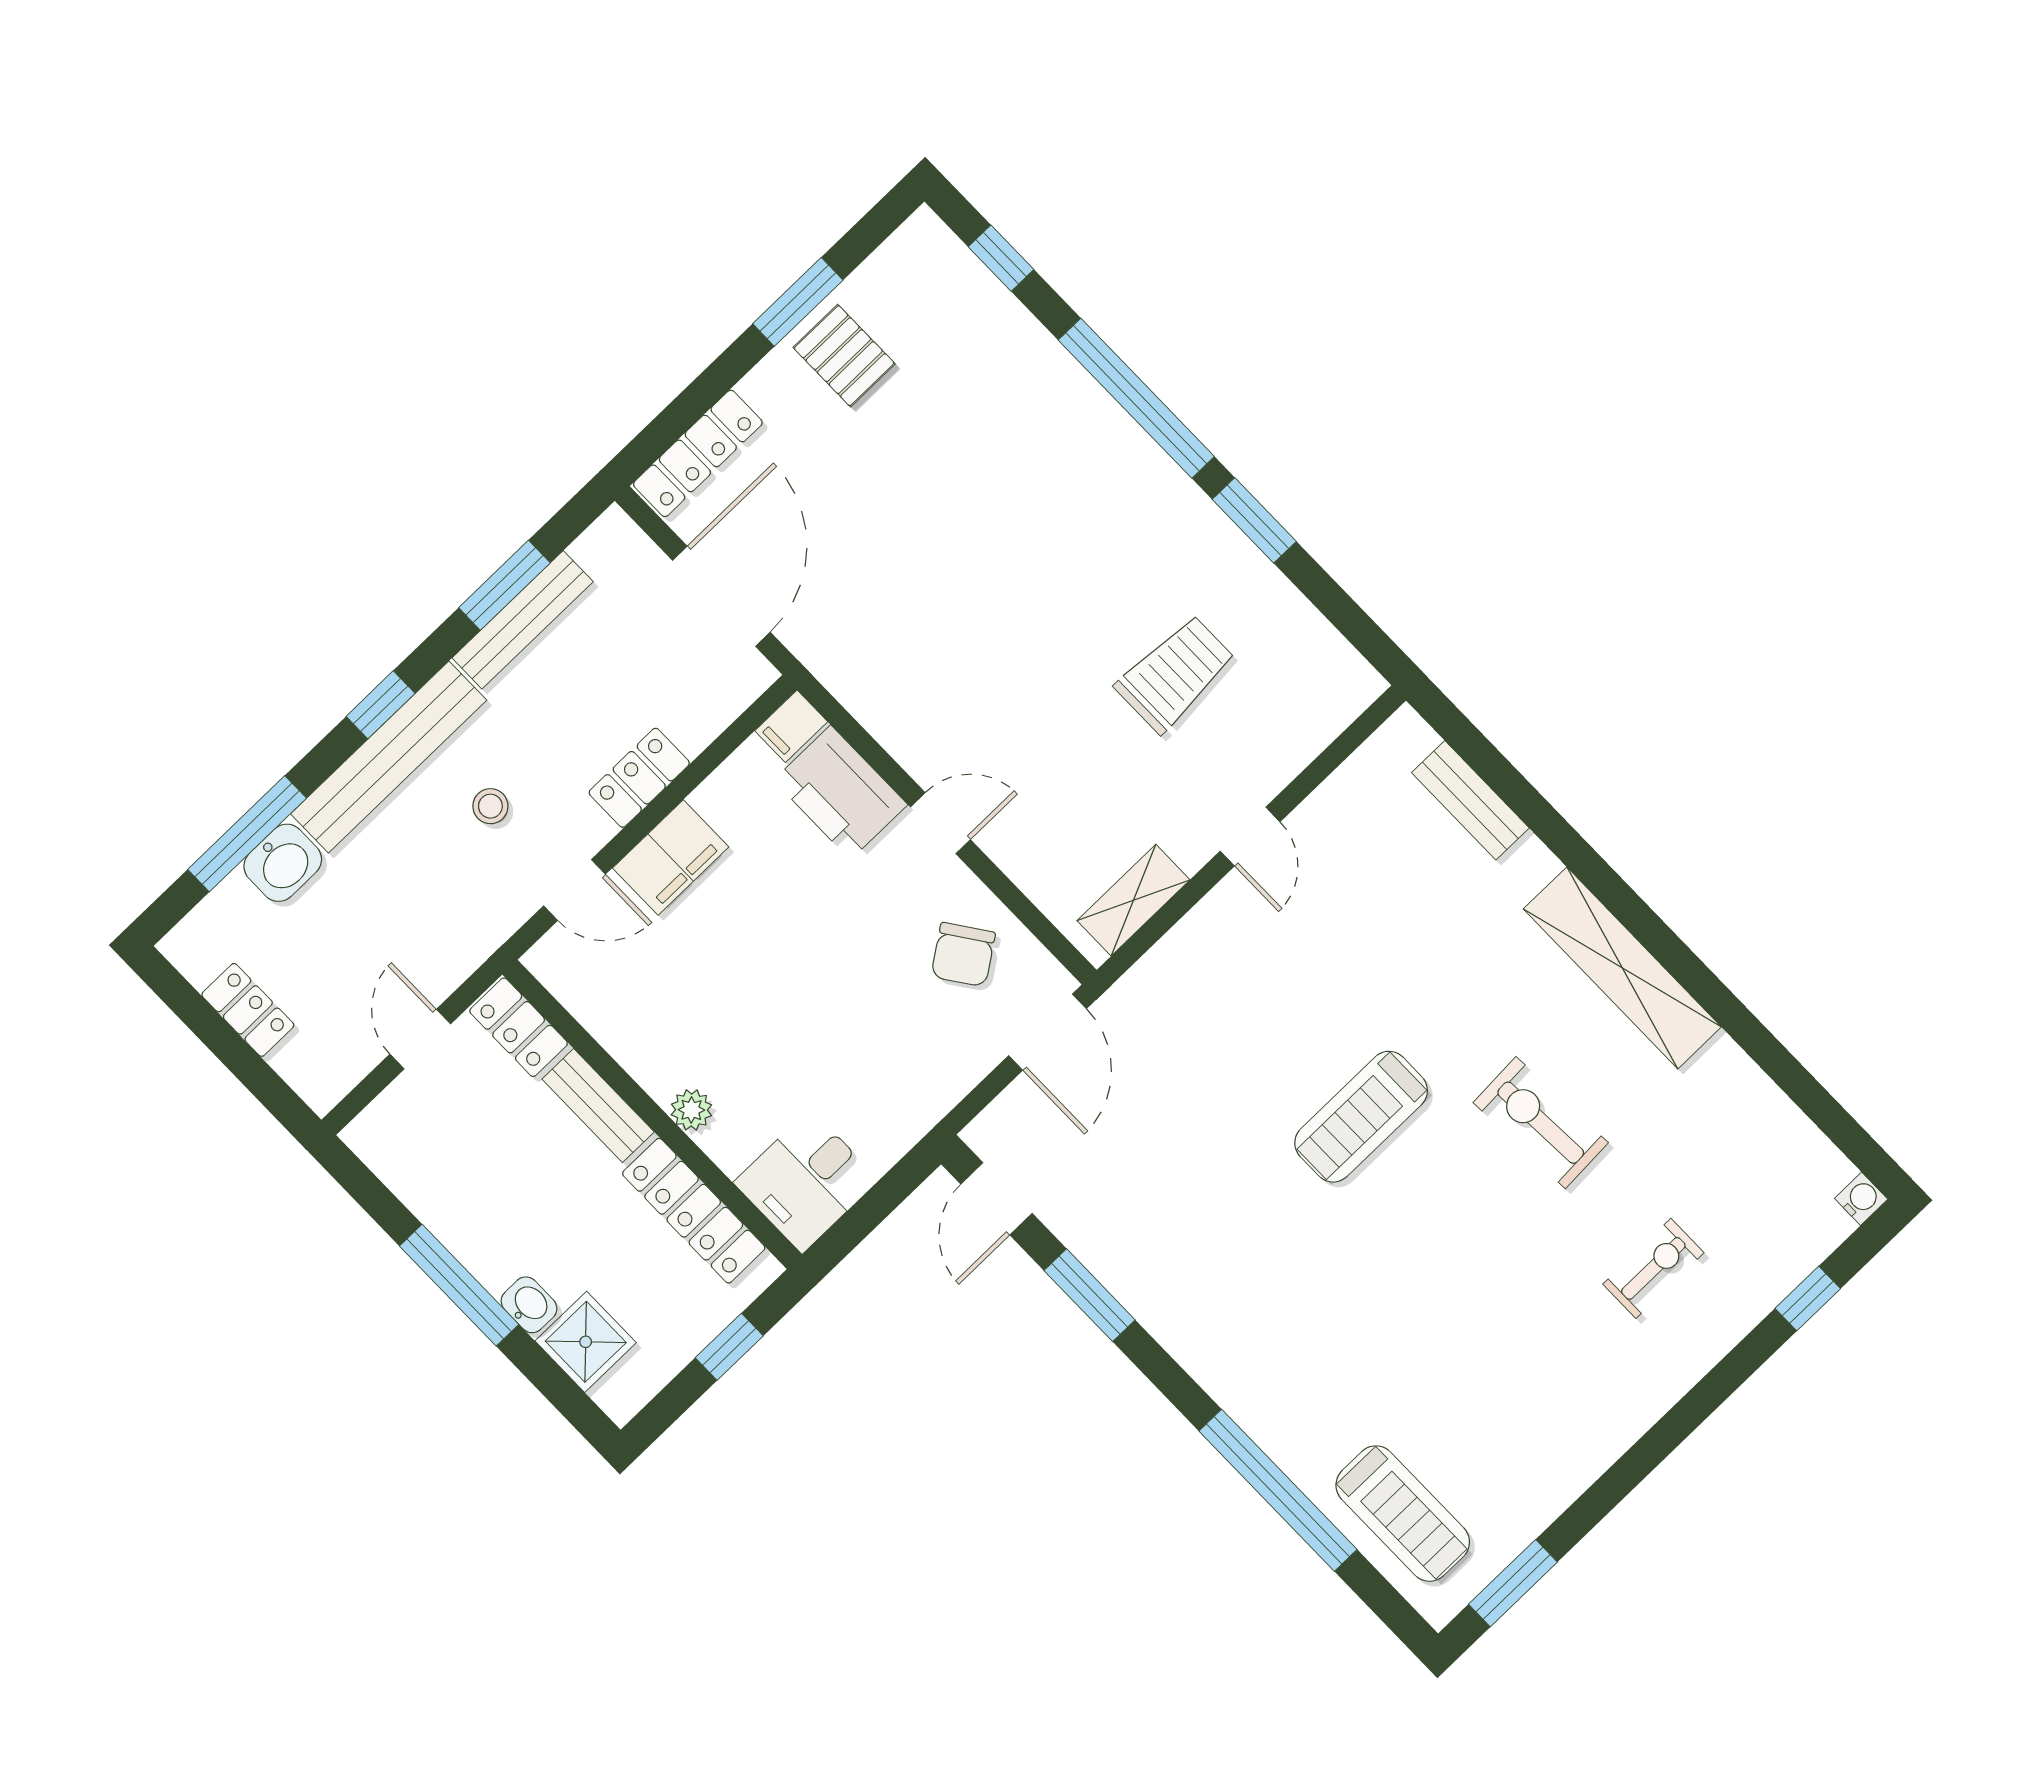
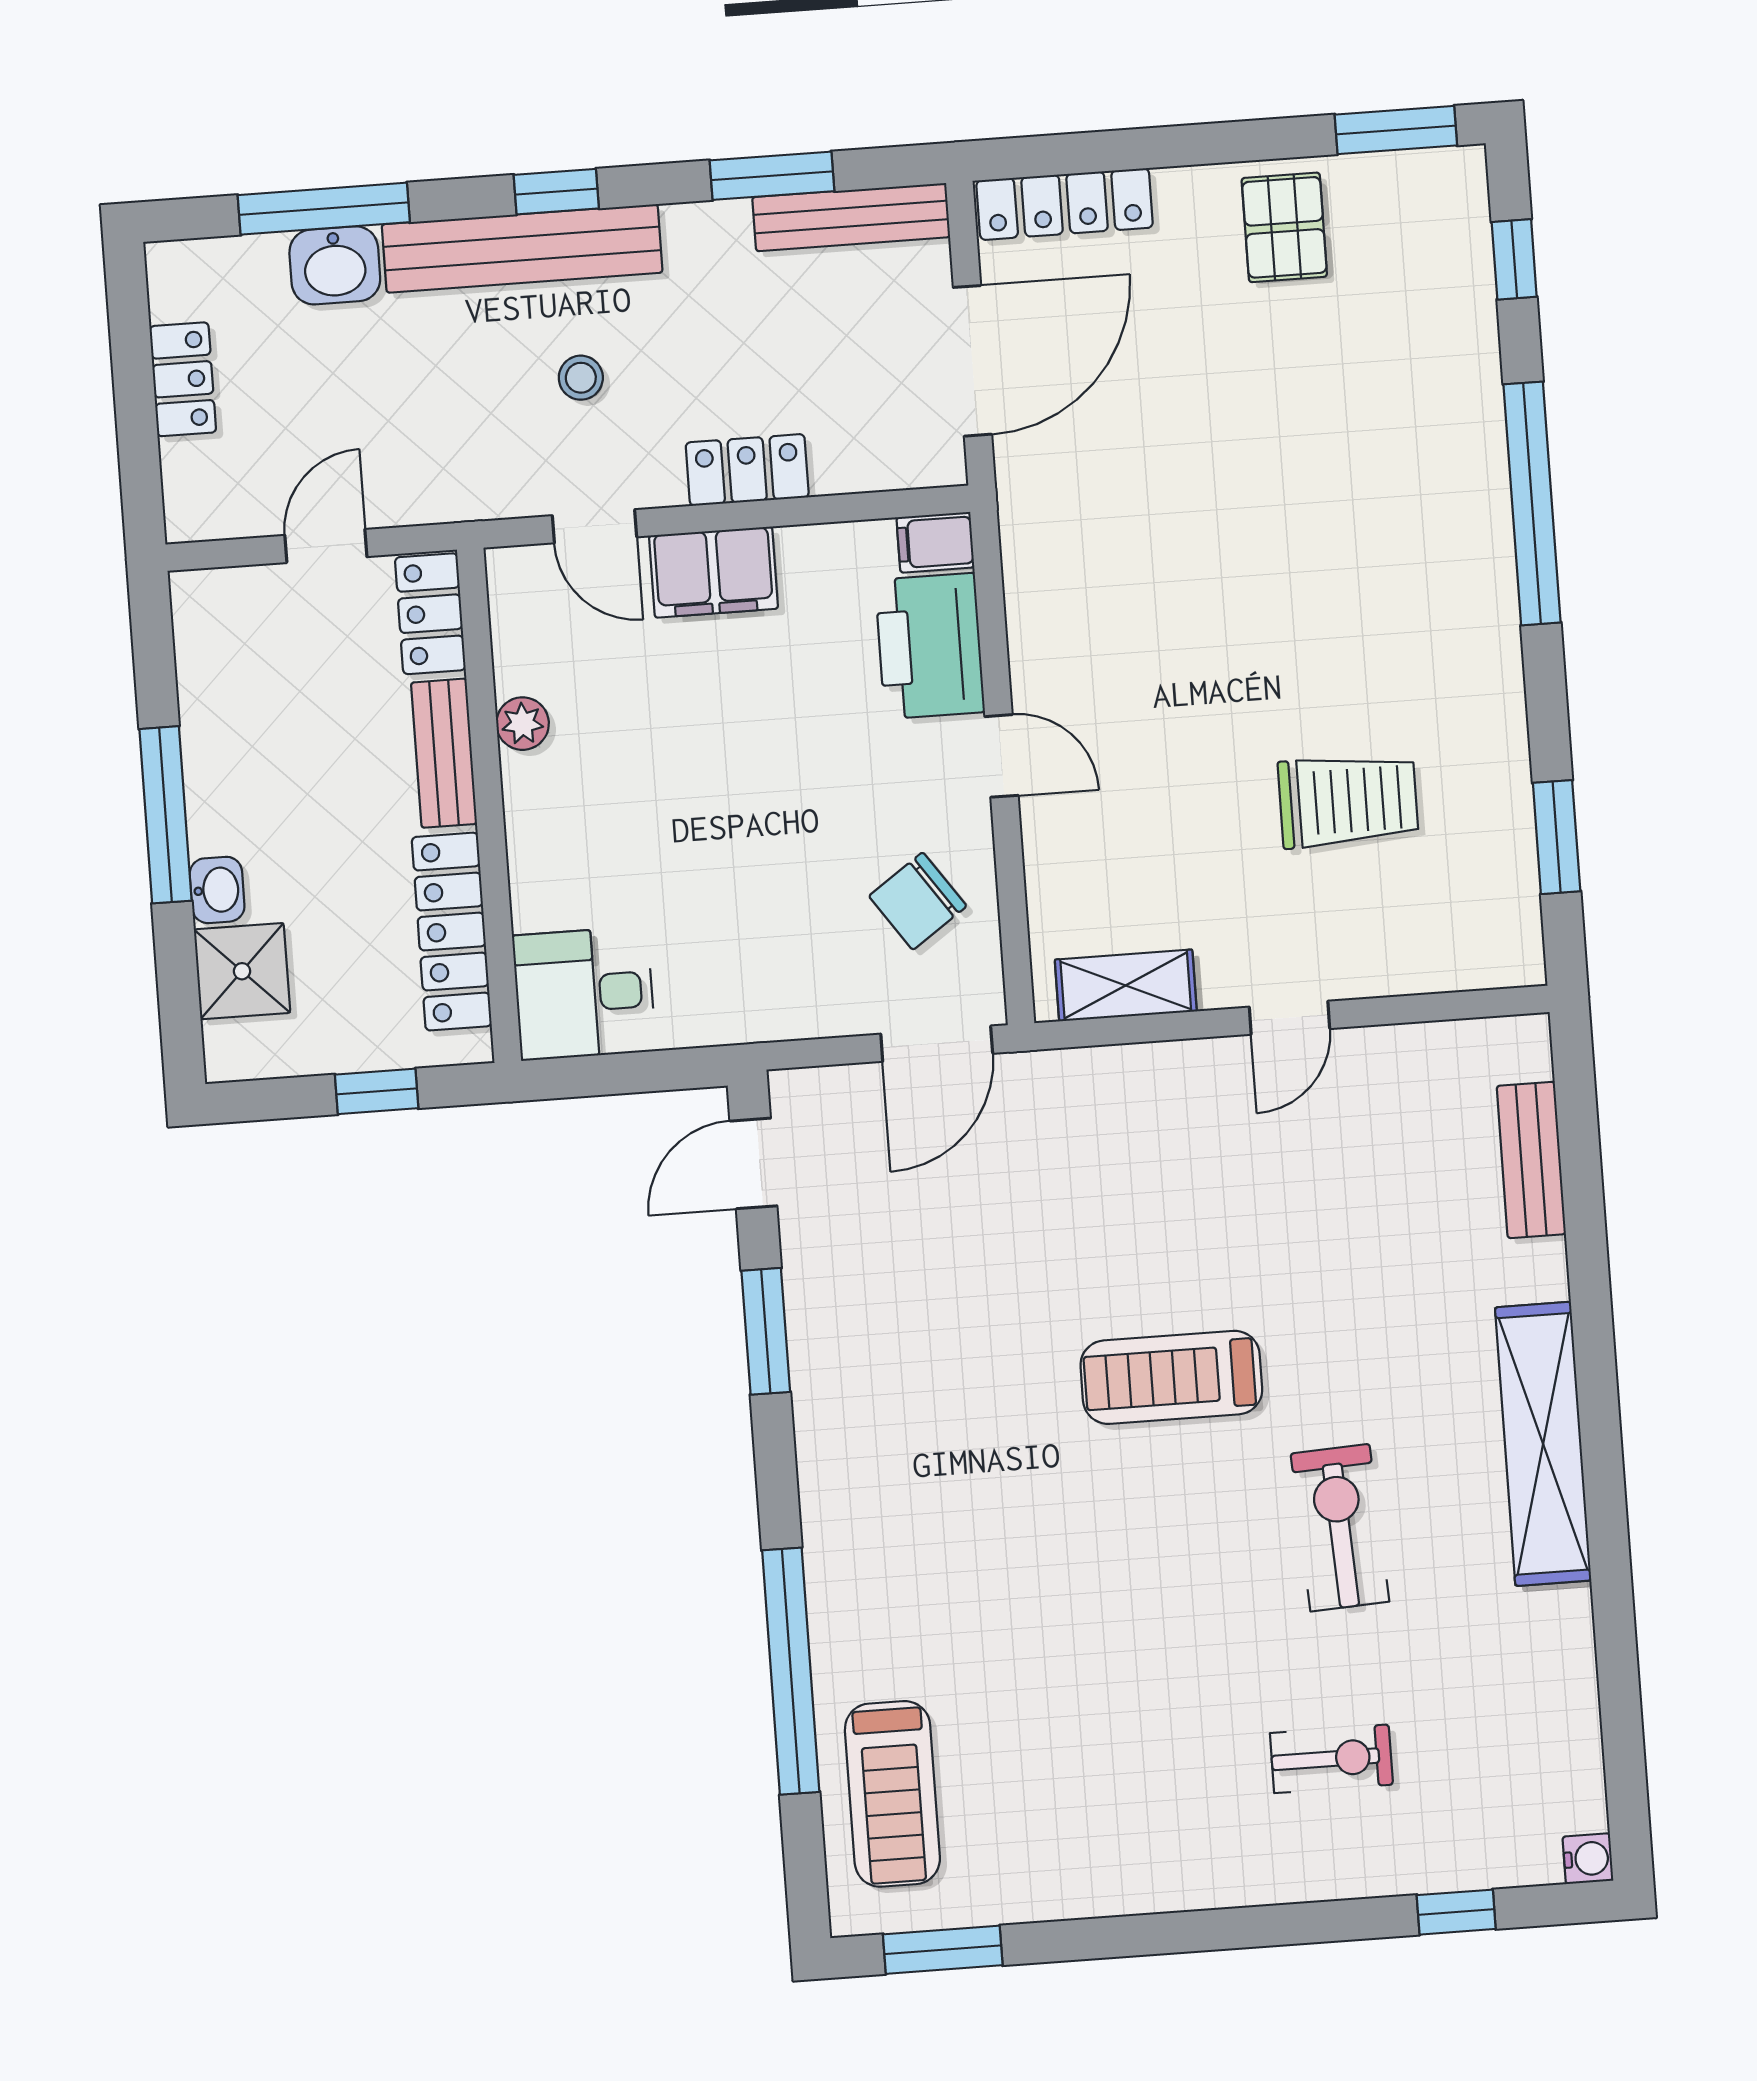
window: (798, 302) -> (1396, 130), moved
window: (1254, 520) -> (1557, 837), moved
bench: (523, 620) -> (851, 217), moved
plant: (691, 1110) -> (523, 724), moved

